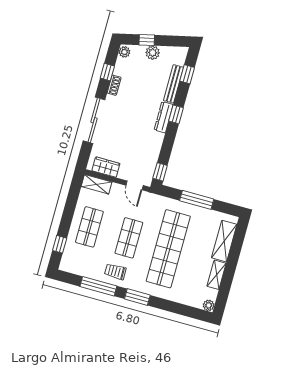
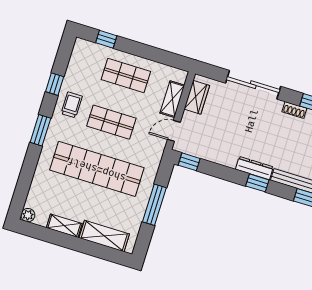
shelving: (97, 184) -> (172, 99), moved
window: (98, 286) -> (55, 84), width x0.46

